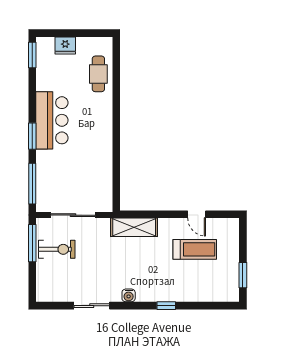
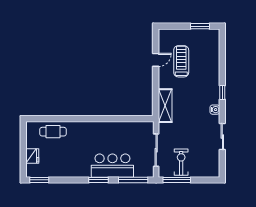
bar counter: (52, 120) -> (112, 166), moved
window: (166, 306) -> (222, 93), moved

